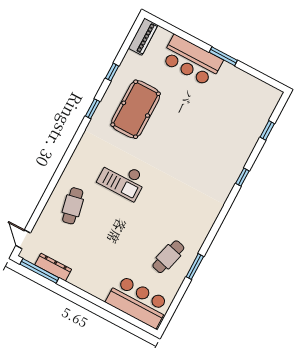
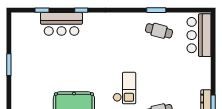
bar counter: (192, 60) -> (61, 24), moved, turned 90

